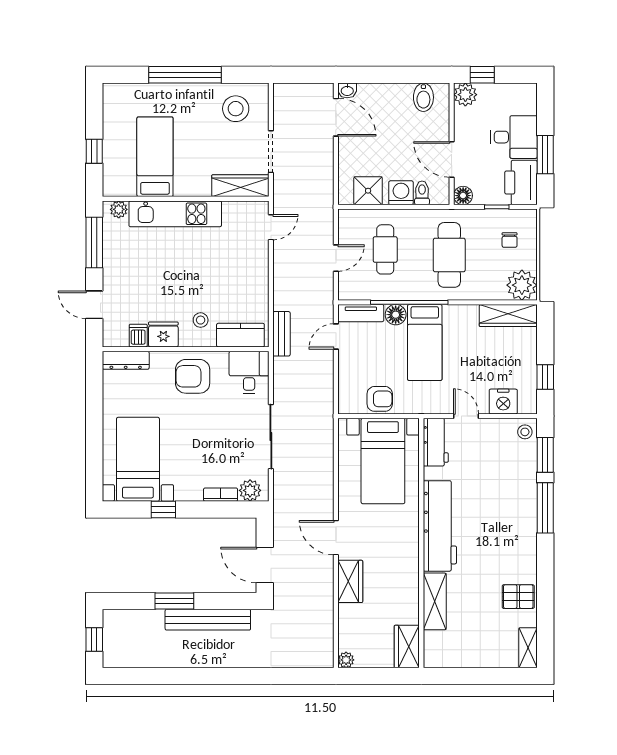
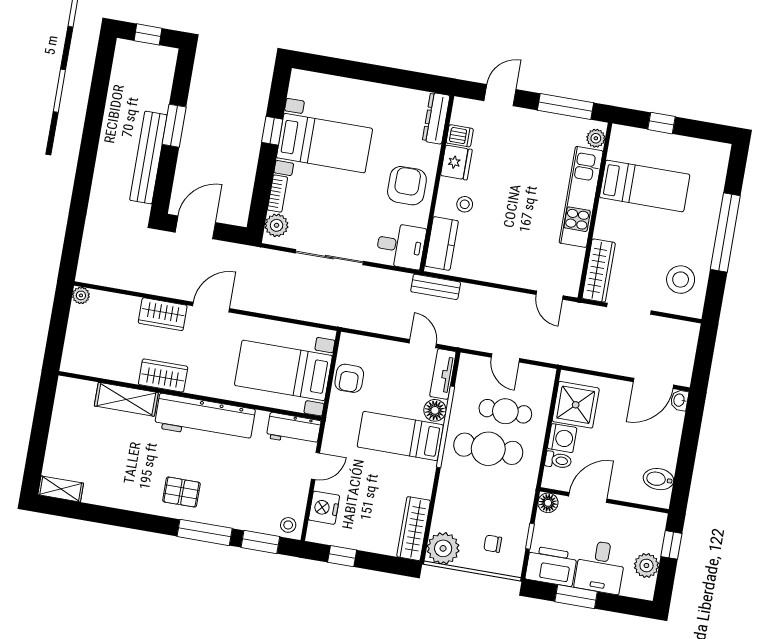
plant: (465, 95) -> (646, 565), moved
shower: (368, 191) -> (576, 405), width x1.36, depth x1.36
cafe table: (449, 255) -> (488, 449), moved
bed with nightstands: (138, 459) -> (324, 143), moved
pallet: (518, 597) -> (181, 492), moved, turned 90
wardrobe: (407, 646) -> (163, 375), moved

